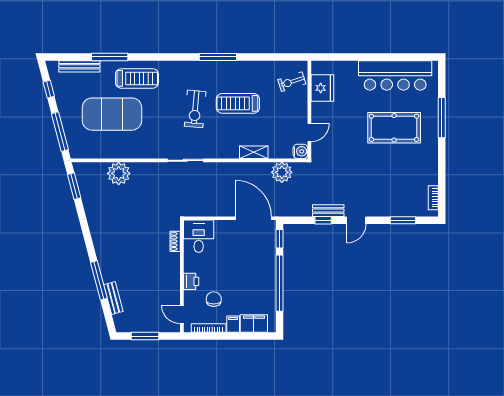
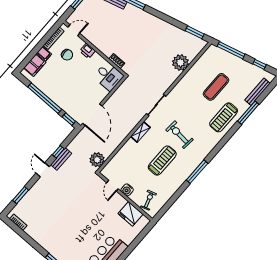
exercise mat: (112, 114) -> (216, 87), width x0.50, depth x0.69
pool table: (394, 128) -> (75, 234), removed
water cooler: (300, 151) -> (127, 190), moved
shelving: (254, 152) -> (140, 132), moved
plant: (282, 172) -> (97, 160), moved
door: (253, 218) -> (92, 115), hinge flipped

